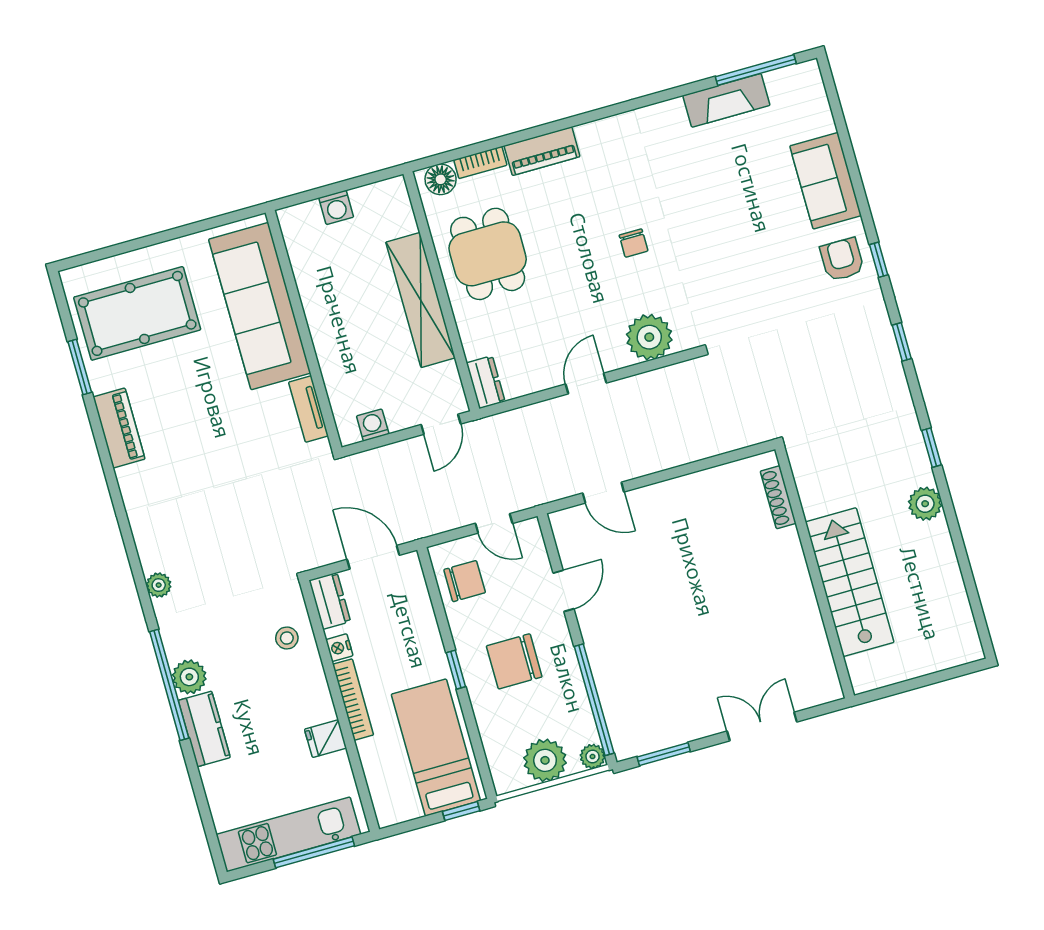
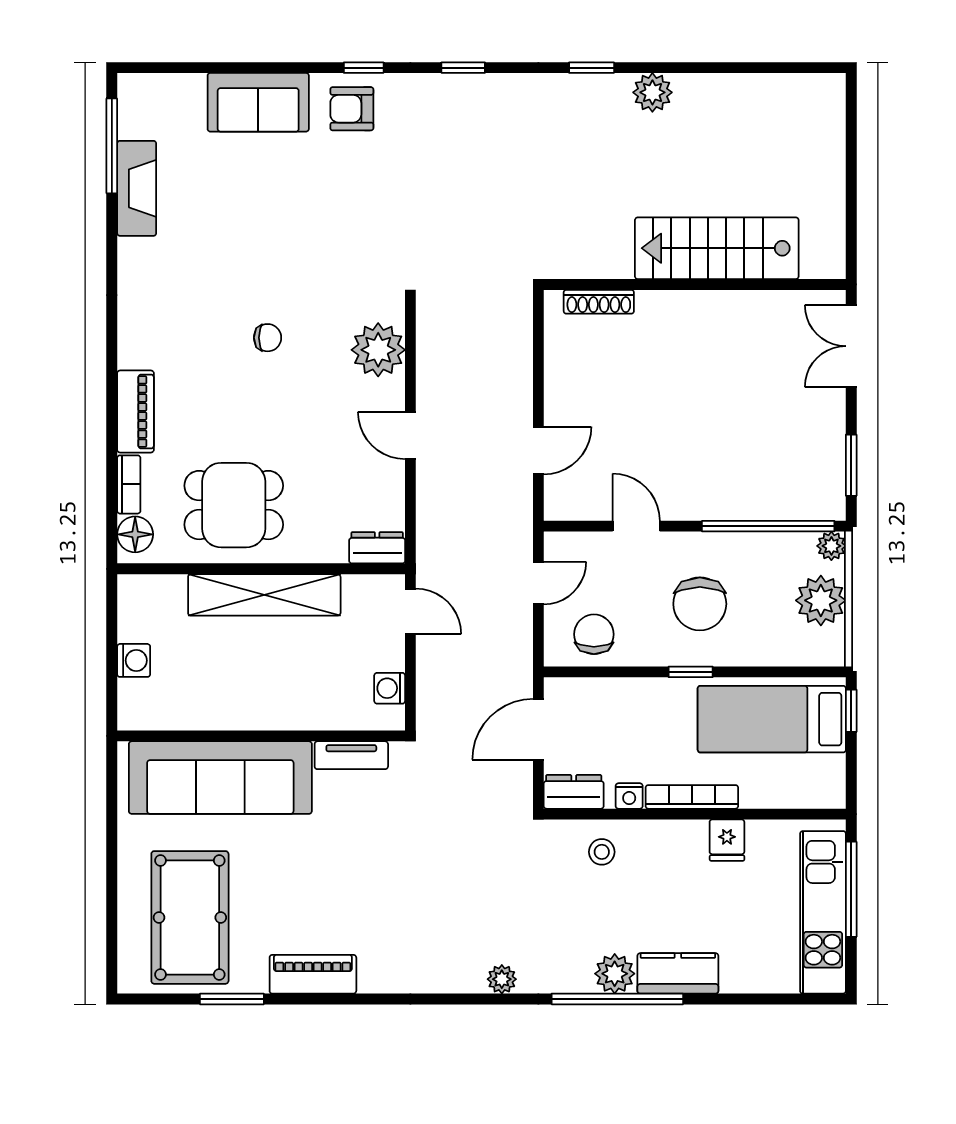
shoe rack: (778, 497) -> (599, 302), moved
wall: (815, 572) -> (695, 284), moved
stairs: (850, 582) -> (717, 248), moved

